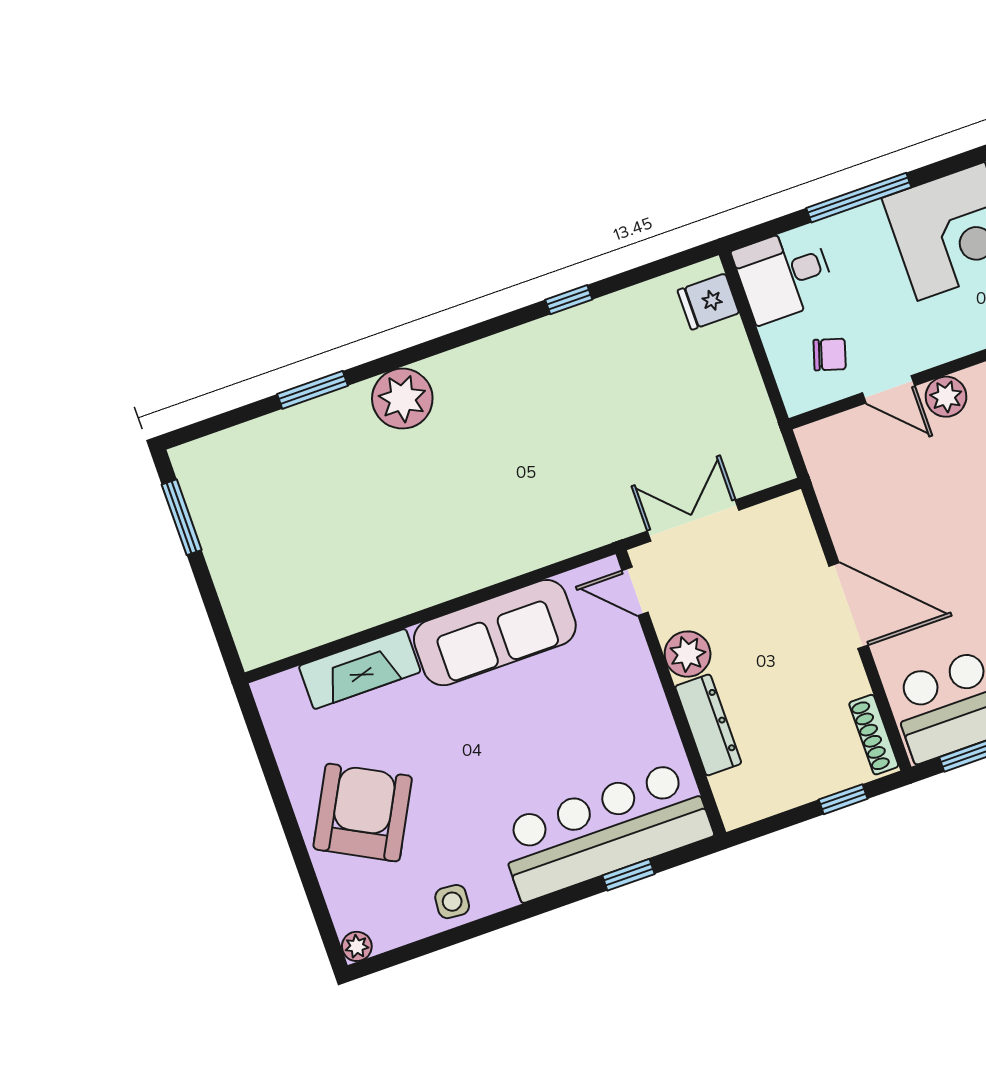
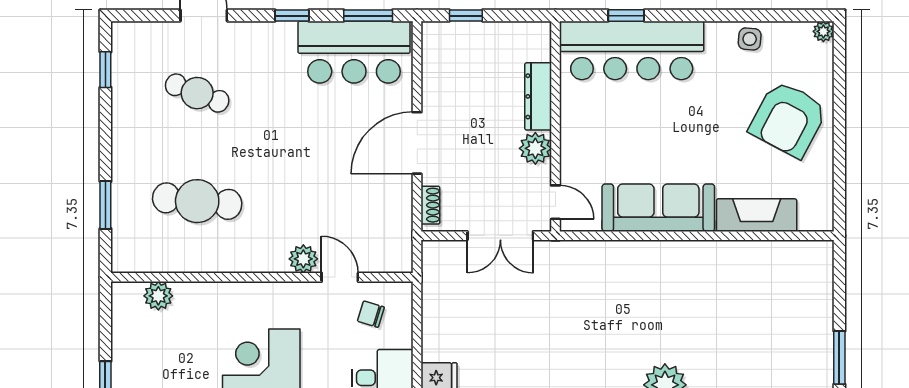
door: (848, 606) -> (417, 143), hinge flipped
shoe rack: (874, 735) -> (430, 205), moved, width x0.70

